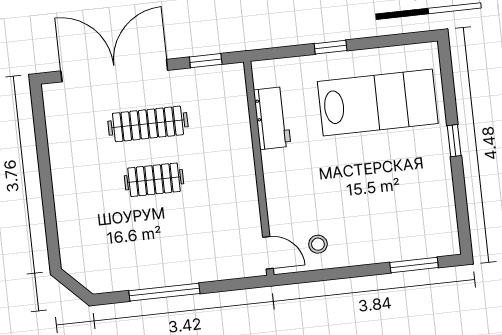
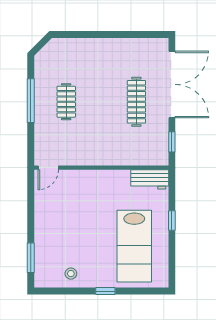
workbench: (272, 118) -> (150, 179), moved
clothes rail: (154, 180) -> (66, 102), moved
stool: (318, 244) -> (71, 274), moved

